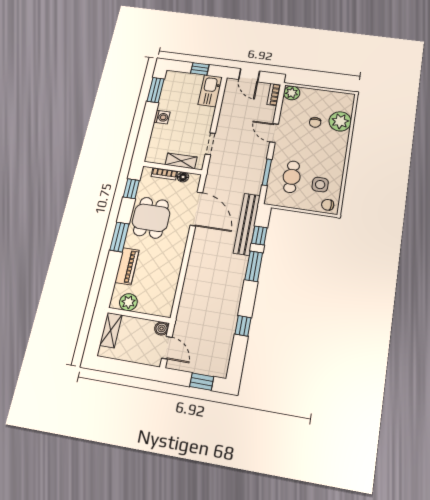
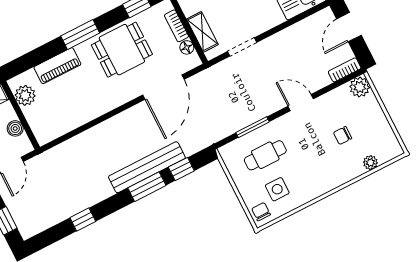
plant: (340, 121) -> (370, 163), width x0.53, depth x0.53
door: (274, 133) -> (301, 103), hinge flipped
bench: (247, 224) -> (147, 167), moved
boiler: (162, 328) -> (15, 128), moved

